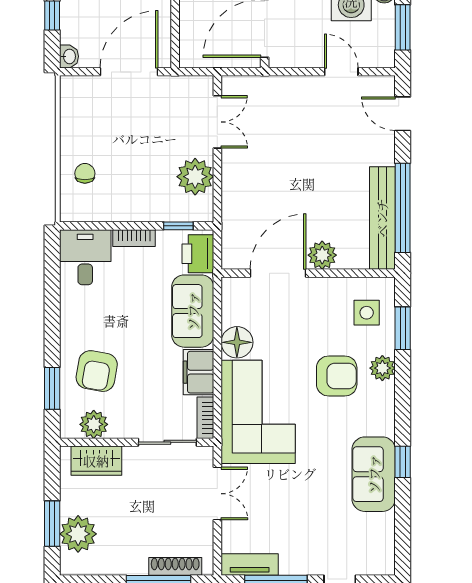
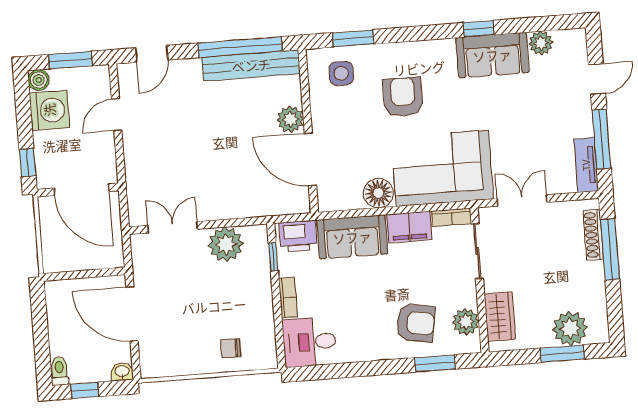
plant: (382, 368) -> (541, 43), moved

